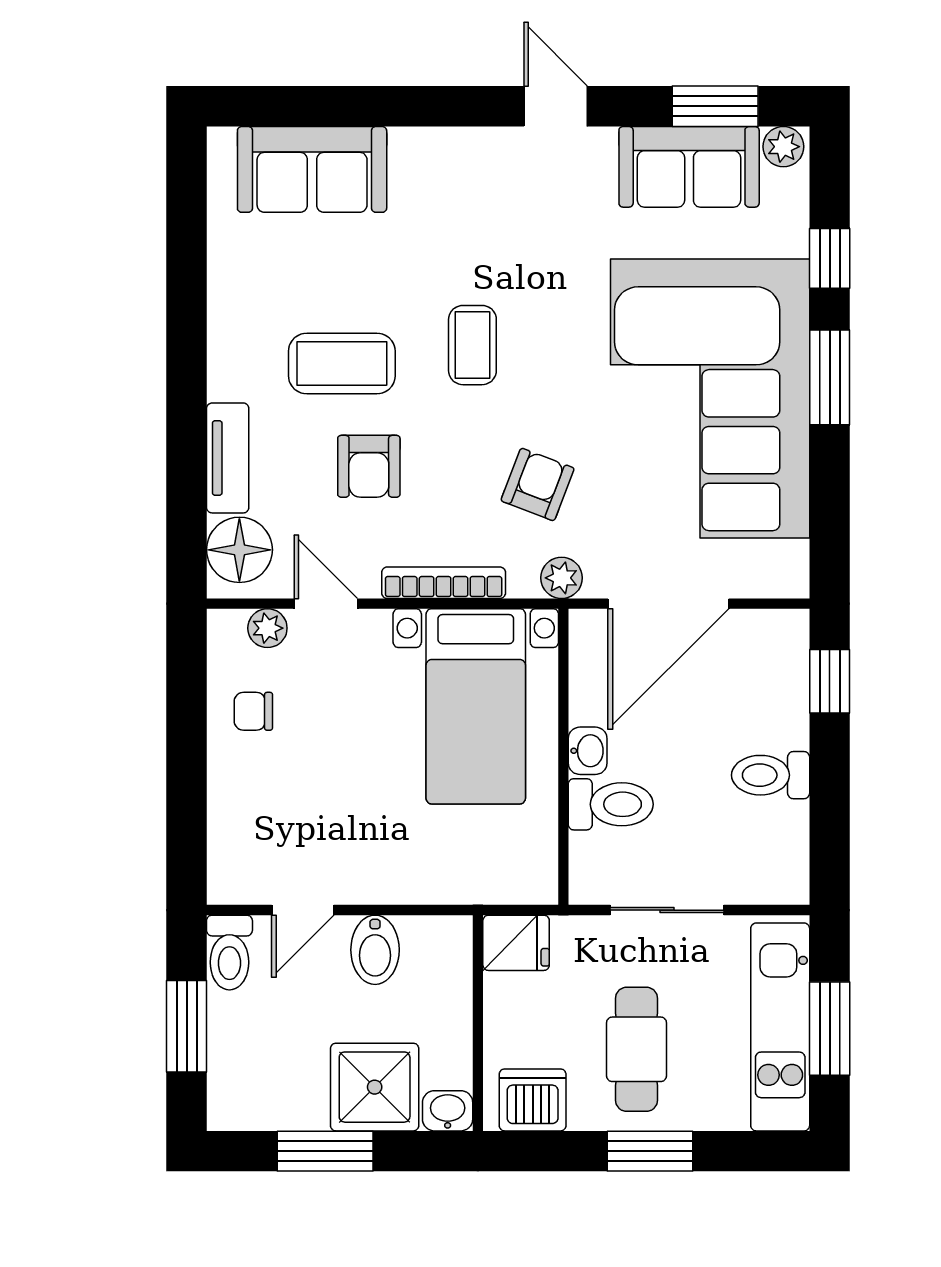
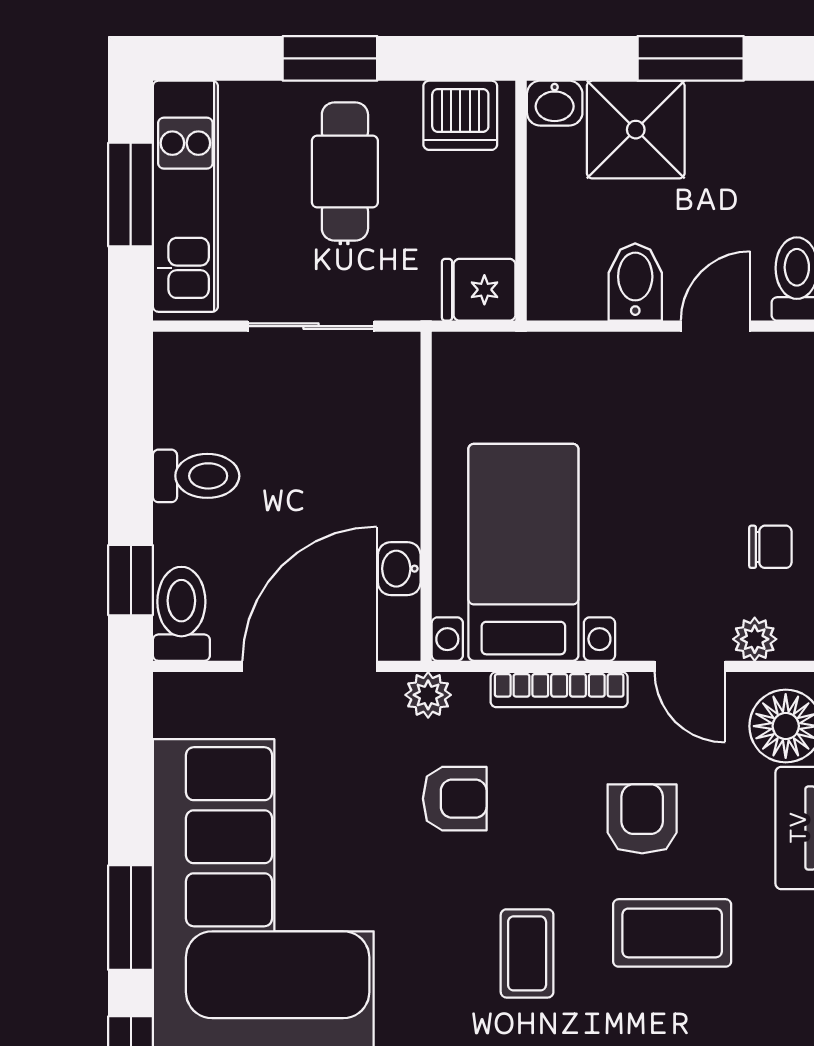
armchair: (538, 484) -> (455, 799), turned -111
washbasin: (588, 751) -> (399, 569), moved
toilet: (611, 804) -> (181, 614), moved, turned 90

